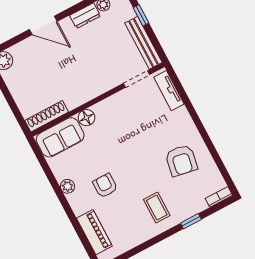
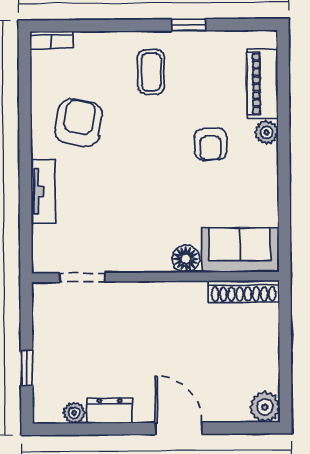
bench: (143, 43) -> (44, 326), removed
tv unit: (169, 91) -> (43, 191), moved
plant: (68, 186) -> (266, 132), moved
window: (191, 221) -> (188, 25), moved

